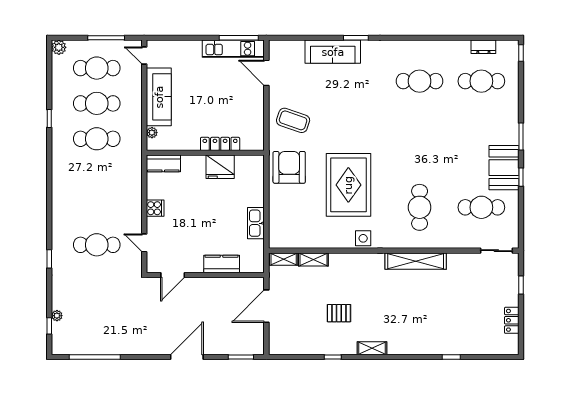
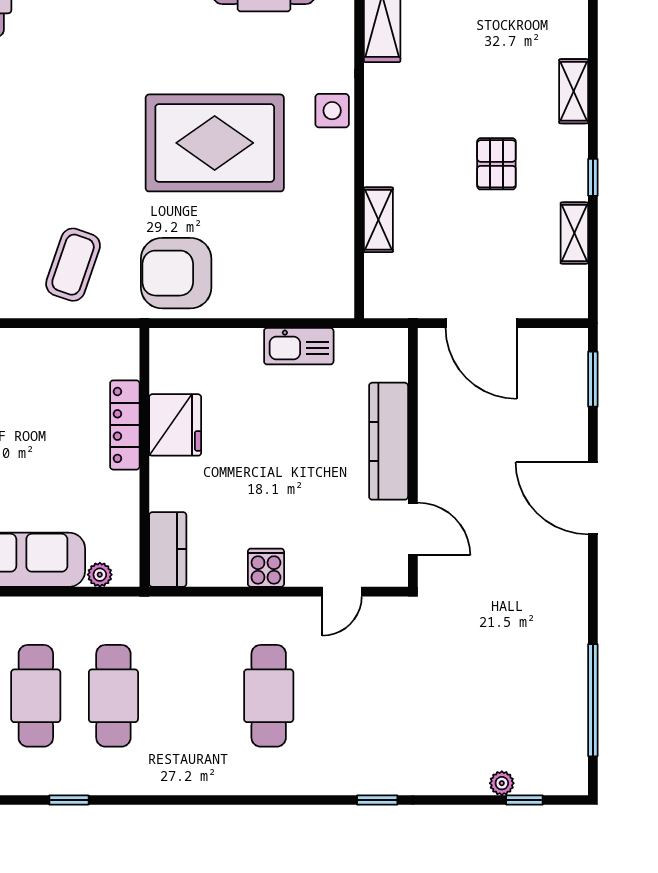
cafe table: (97, 245) -> (269, 696), moved
shelving: (284, 259) -> (574, 233), moved
kitchen counter: (222, 264) -> (389, 441), width x1.50

